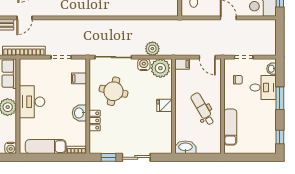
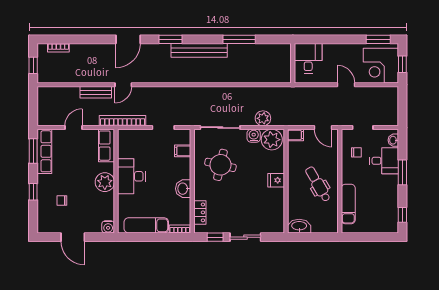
locker: (95, 120) -> (200, 212), moved

